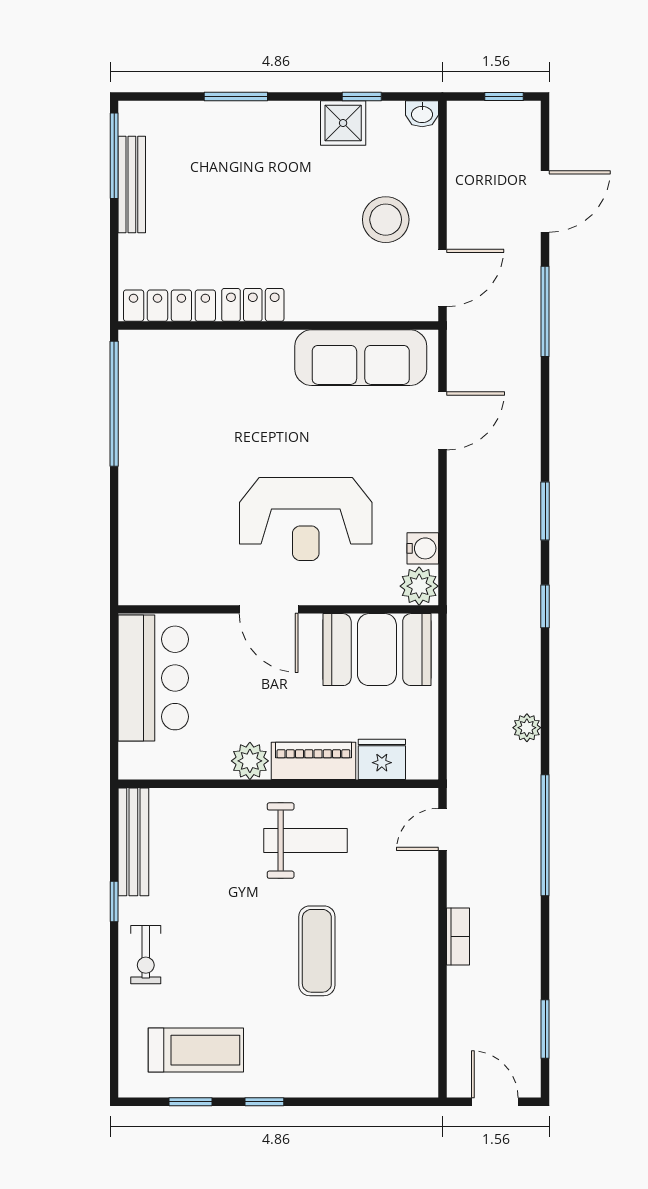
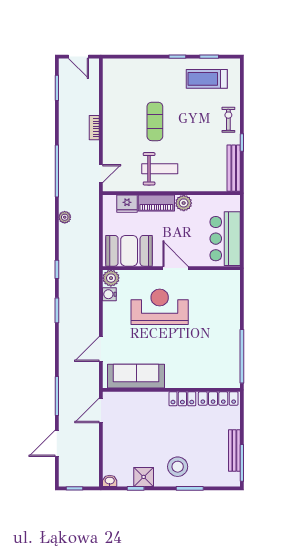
stool: (386, 220) -> (178, 467), moved
weight bench: (306, 841) -> (160, 169), turned 180

